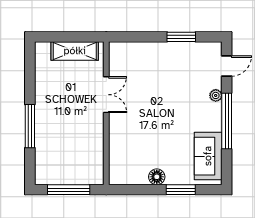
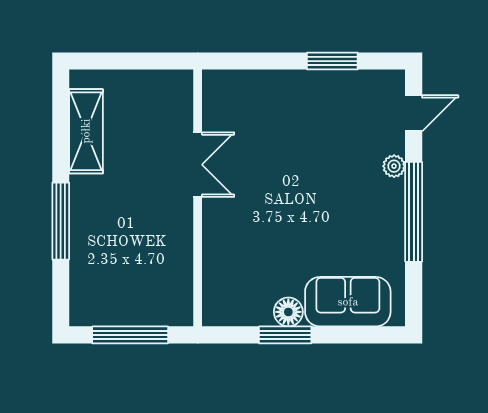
shelving: (75, 51) -> (86, 131), moved, turned 90
sofa: (208, 156) -> (348, 302), moved, turned 90
window: (181, 190) -> (285, 335), moved

